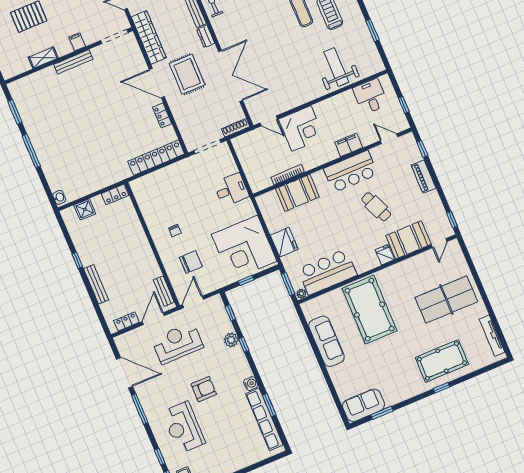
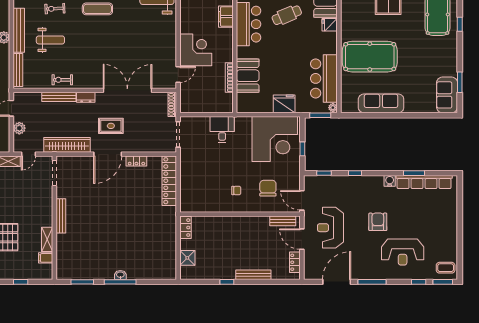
filing cabinet: (77, 42) -> (46, 258), moved
rug: (187, 74) -> (111, 126), width x0.73, depth x0.70
washbasin: (59, 197) -> (120, 275), moved
plant: (231, 340) -> (347, 182), removed

